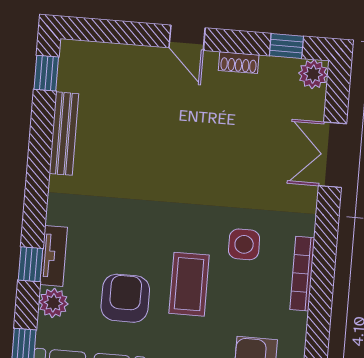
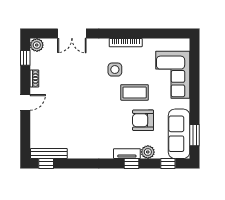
bench: (64, 134) -> (49, 153), moved

